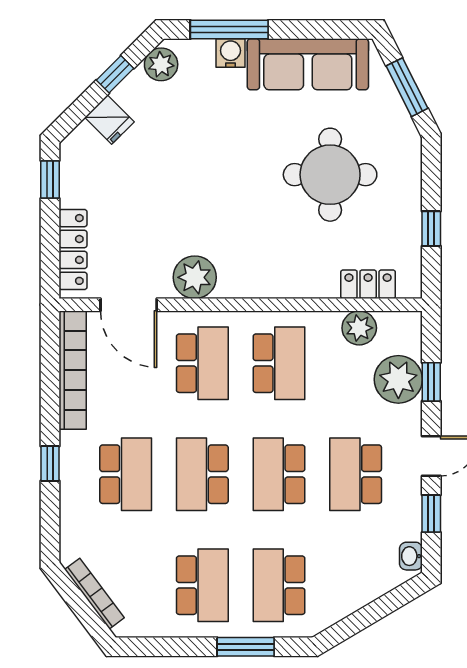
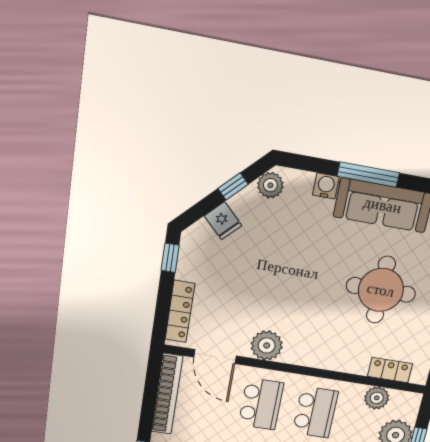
window: (229, 29) -> (368, 175), moved

